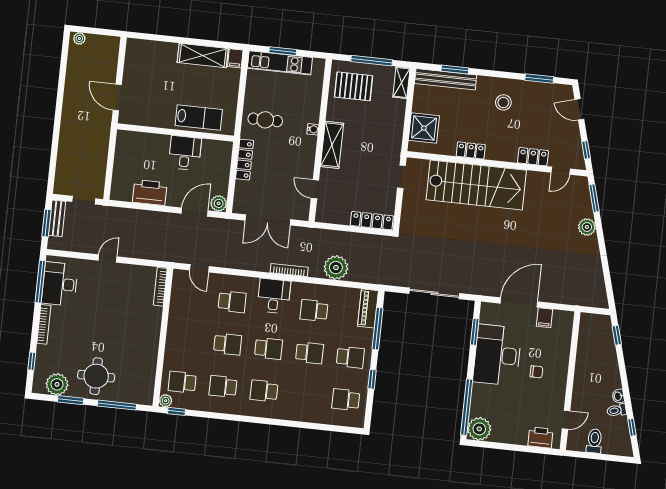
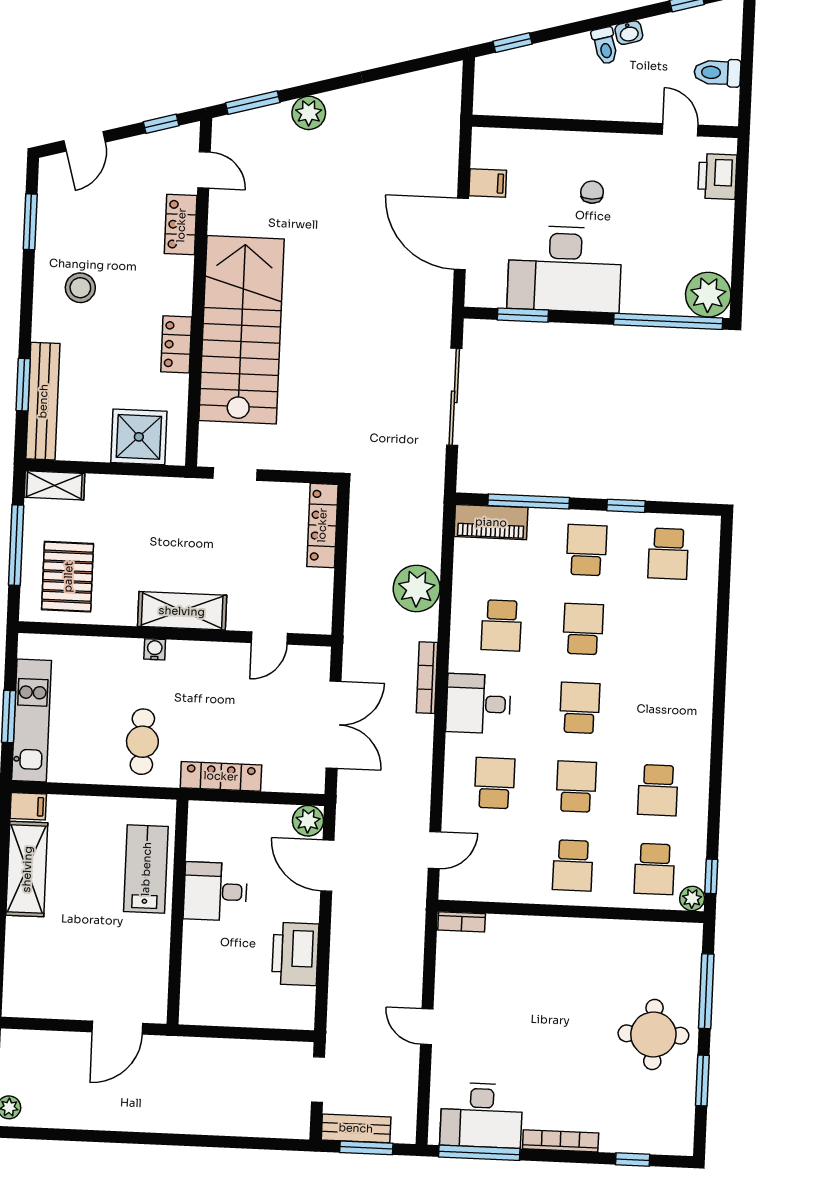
bookcase: (160, 287) -> (462, 922), width x0.64
plant: (57, 384) -> (674, 1108), removed
school desk: (264, 391) -> (573, 865), moved
toilet: (617, 410) -> (605, 46), moved

